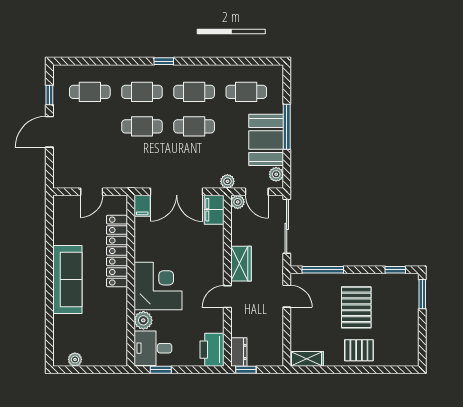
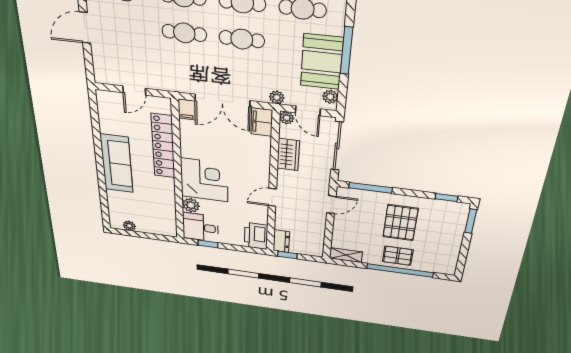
wardrobe: (241, 264) -> (288, 155), moved
door: (287, 296) -> (331, 205), hinge flipped
window: (364, 370) -> (400, 271), added

